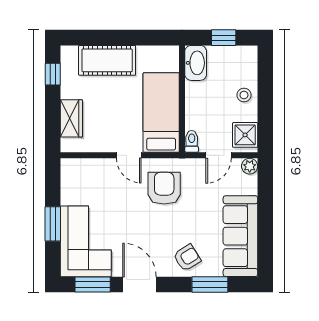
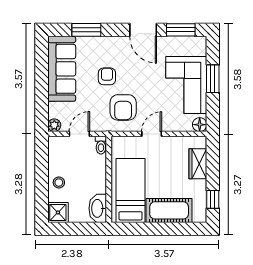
window: (224, 38) -> (75, 229), removed
bed: (161, 113) -> (130, 190), moved, turned 180
shower: (245, 135) -> (58, 213), moved
door: (129, 155) -> (152, 134), hinge flipped
floor lamp: (69, 167) -> (200, 125), added
corner sofa: (86, 241) -> (186, 85), moved
armchair: (187, 258) -> (107, 76), moved, turned 122

